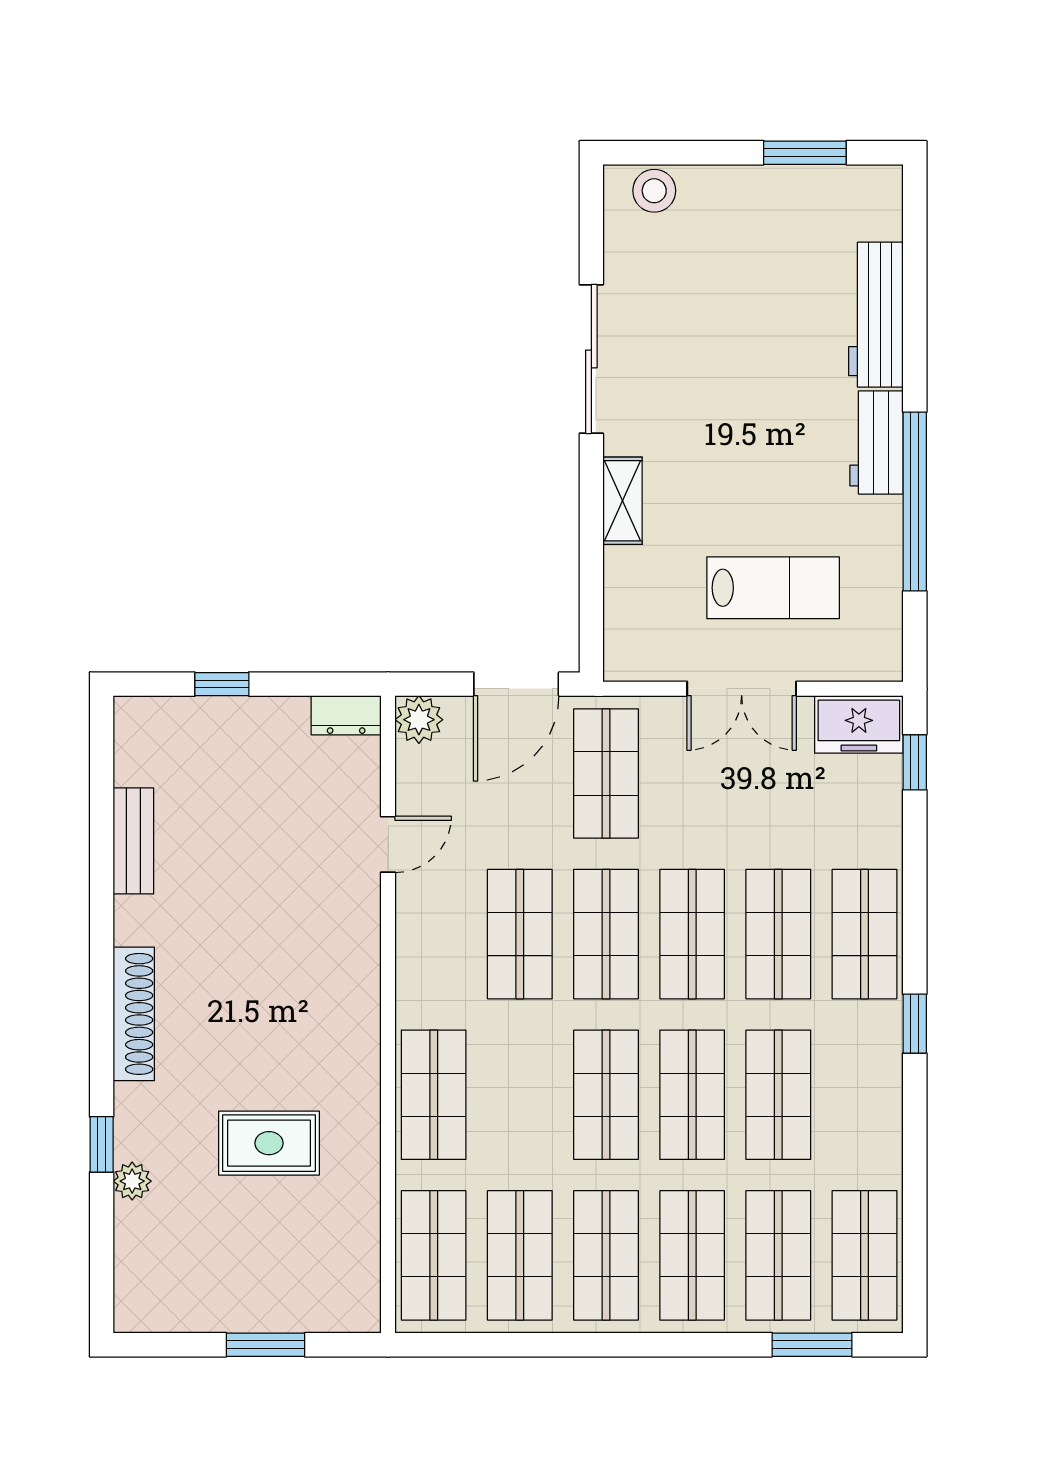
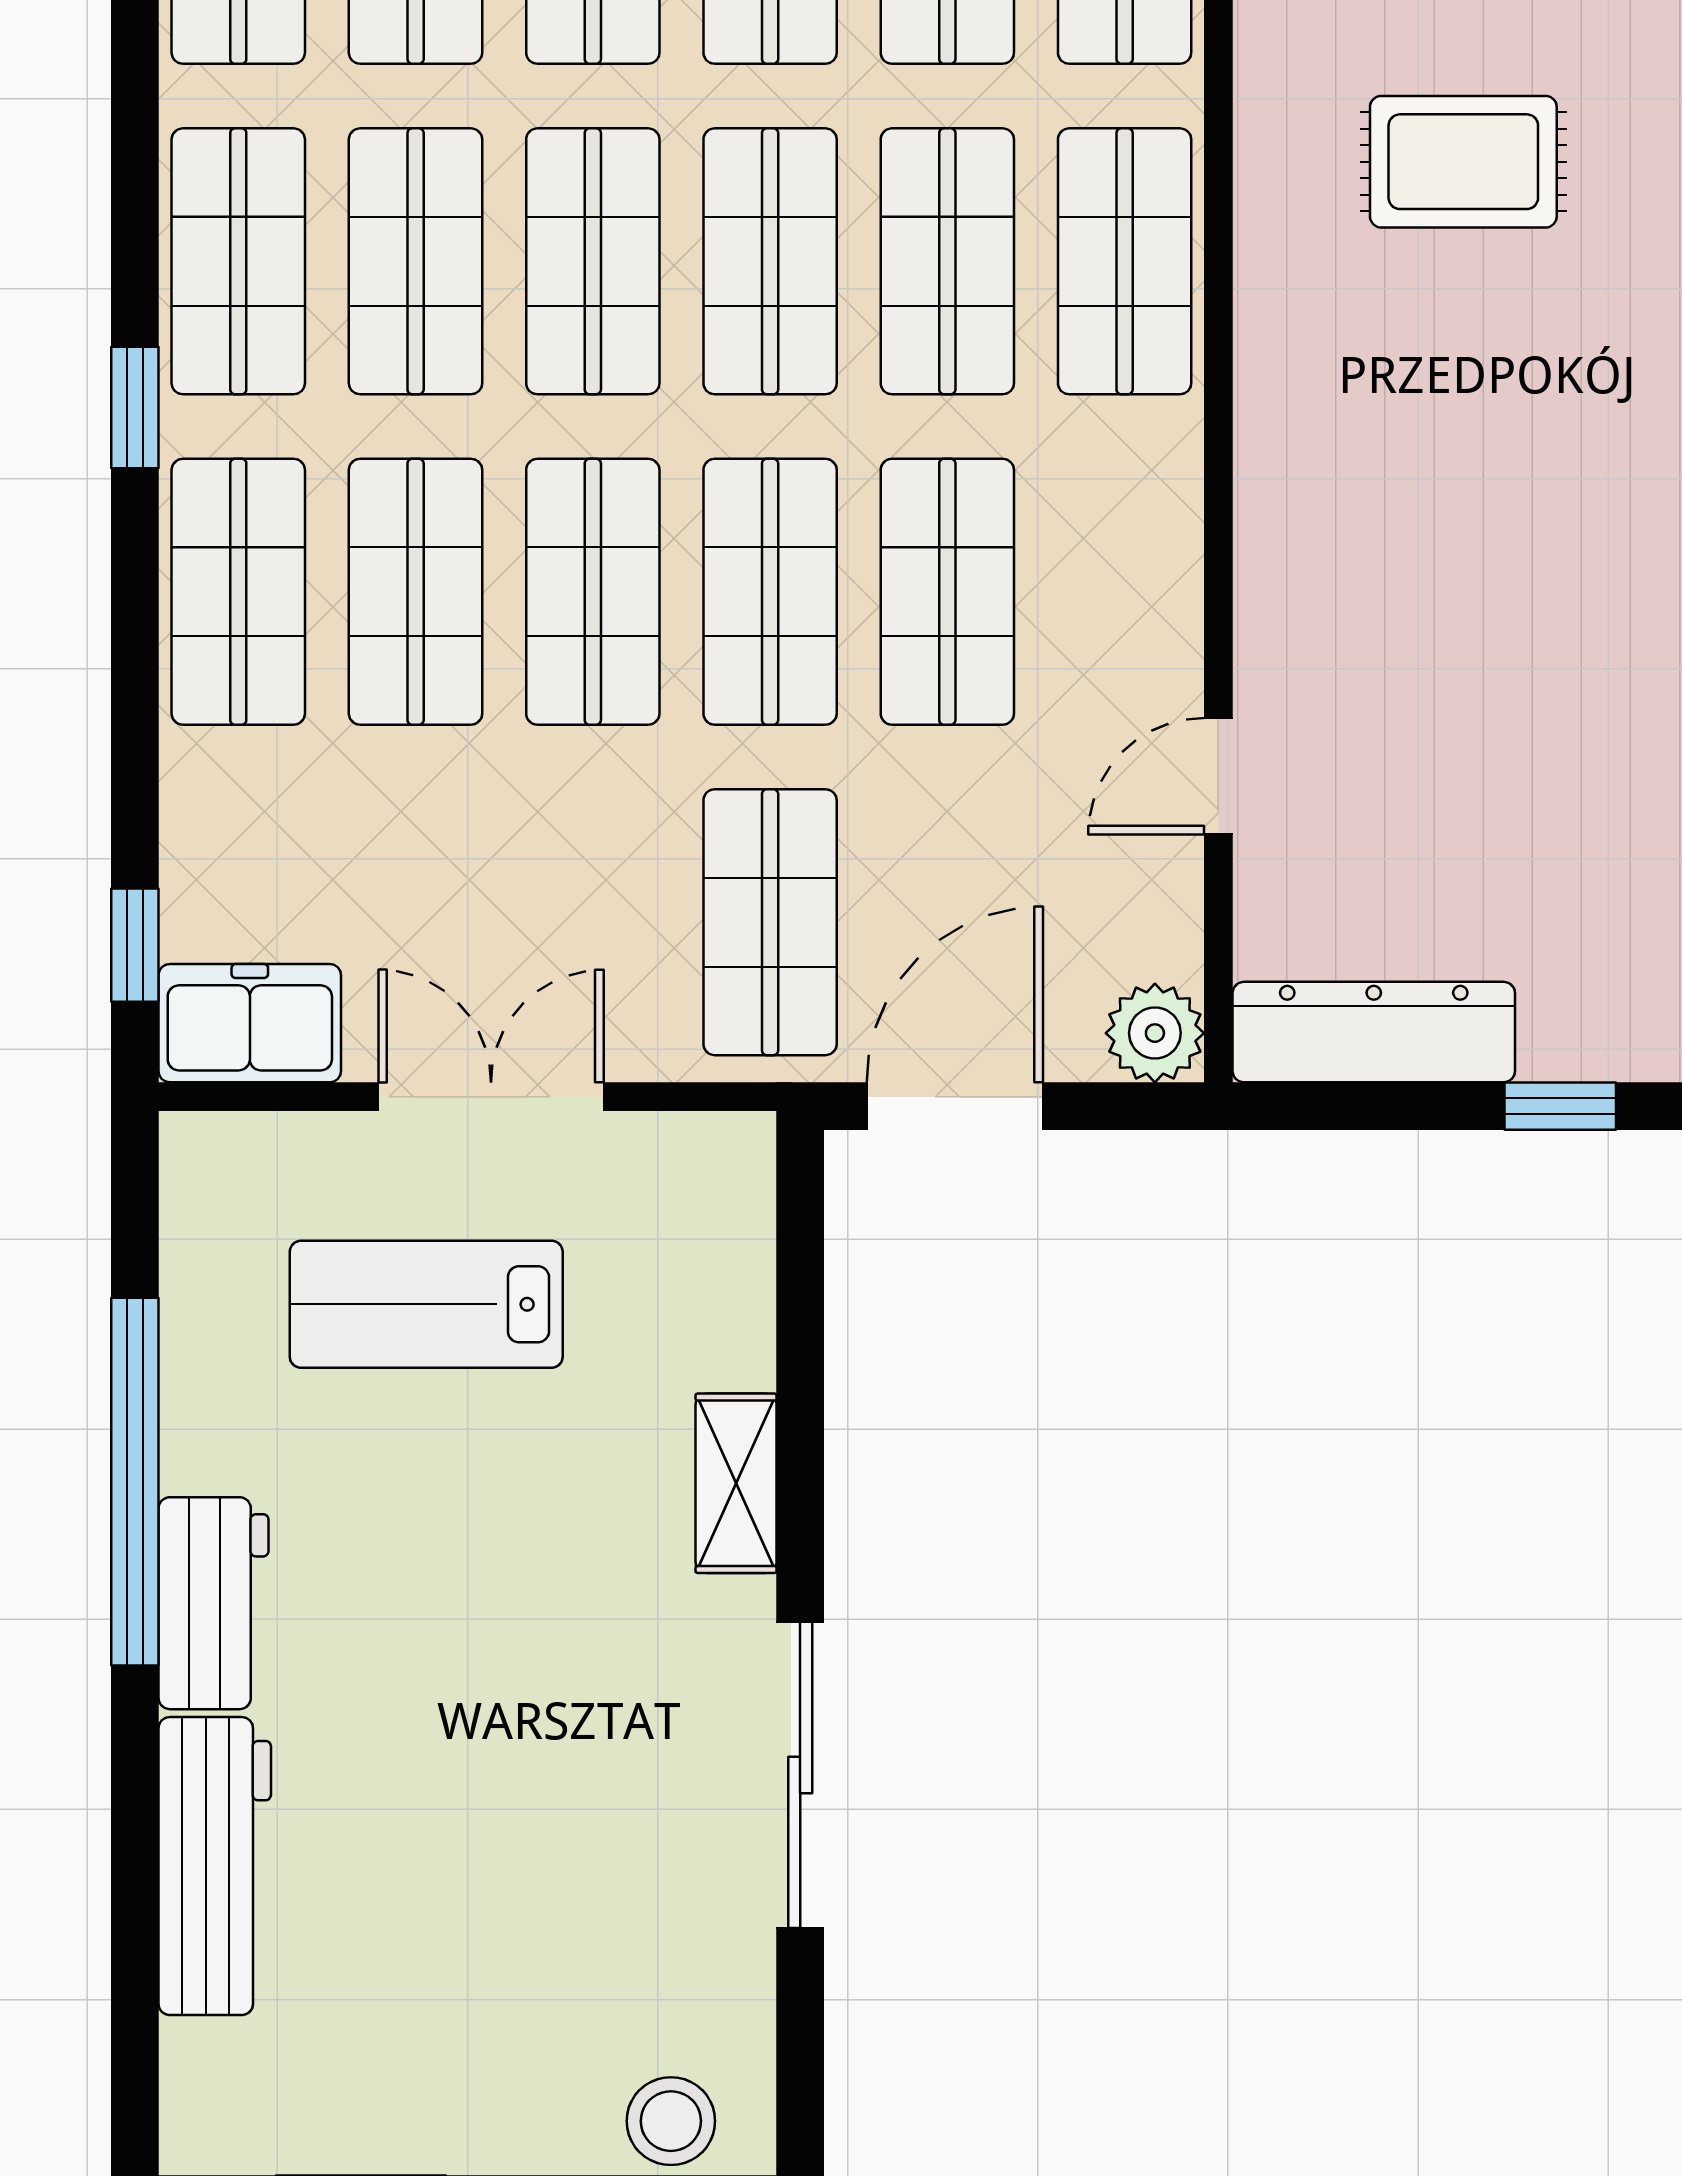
dresser: (346, 715) -> (1374, 1032), width x1.96, depth x1.24
shop shelf: (520, 1095) -> (947, 261), added
shop shelf: (864, 1095) -> (238, 261), added

